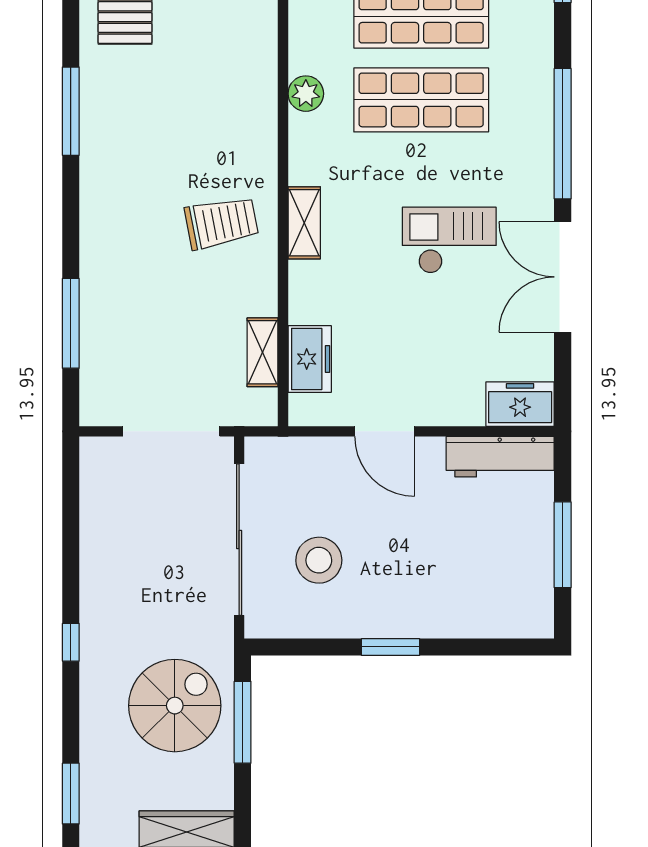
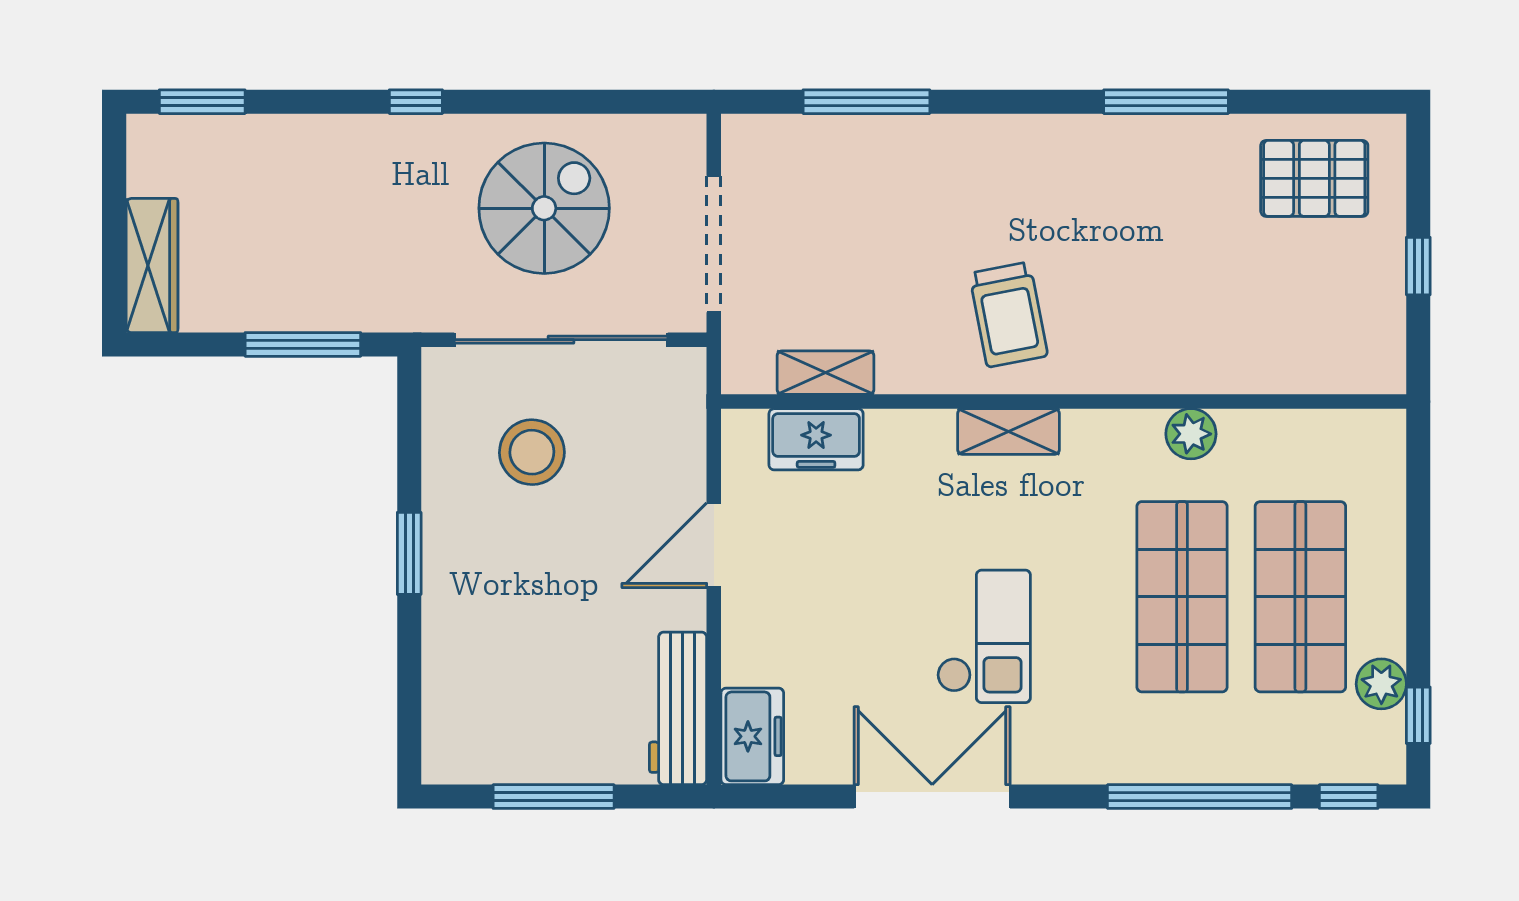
window: (563, 134) -> (1200, 797), moved
spiral stairs: (175, 706) -> (544, 208), moved, turned -90

